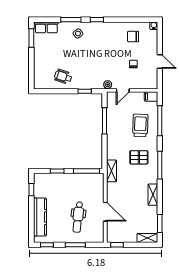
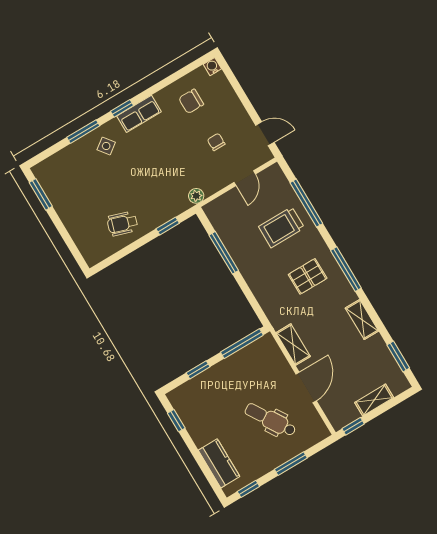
row of seats: (46, 27) -> (139, 114), moved
door: (160, 62) -> (265, 134), moved
door: (123, 90) -> (245, 178), moved
filing cabinet: (151, 97) -> (272, 175), removed
trolley: (140, 125) -> (281, 227), turned -92
shelving: (112, 171) -> (293, 345), moved
door: (105, 212) -> (306, 387), hinge flipped
kitchen counter: (40, 217) -> (219, 463), width x0.67
dental chair: (78, 217) -> (270, 420), turned 142
shelving: (147, 238) -> (374, 400), moved

